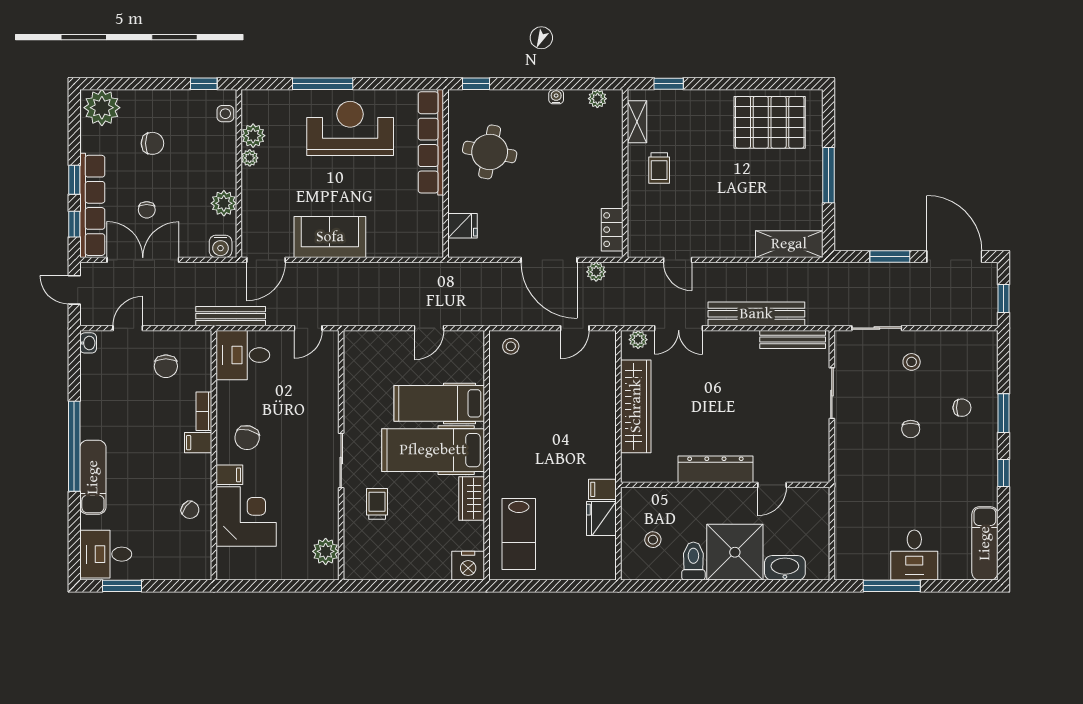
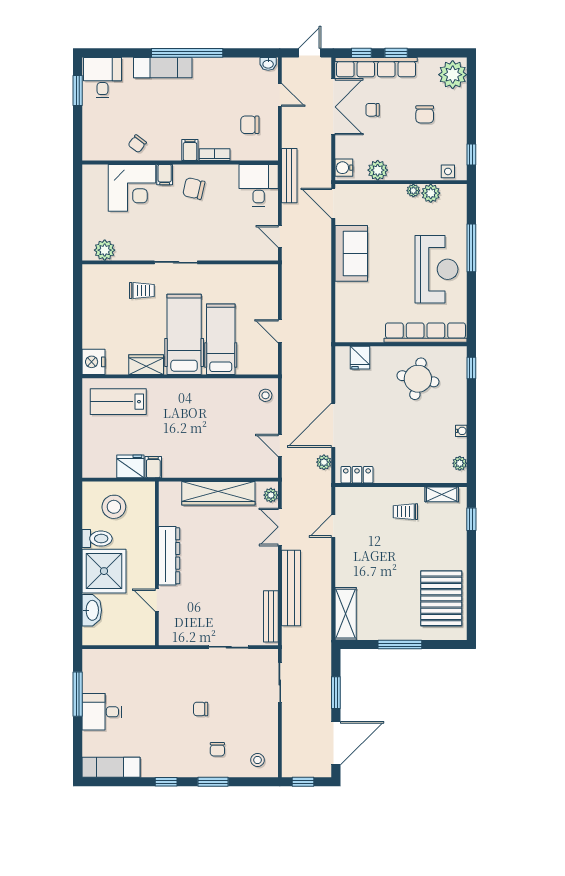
stool: (912, 362) -> (258, 760), moved
stool: (653, 540) -> (114, 507), width x1.89, depth x1.89

